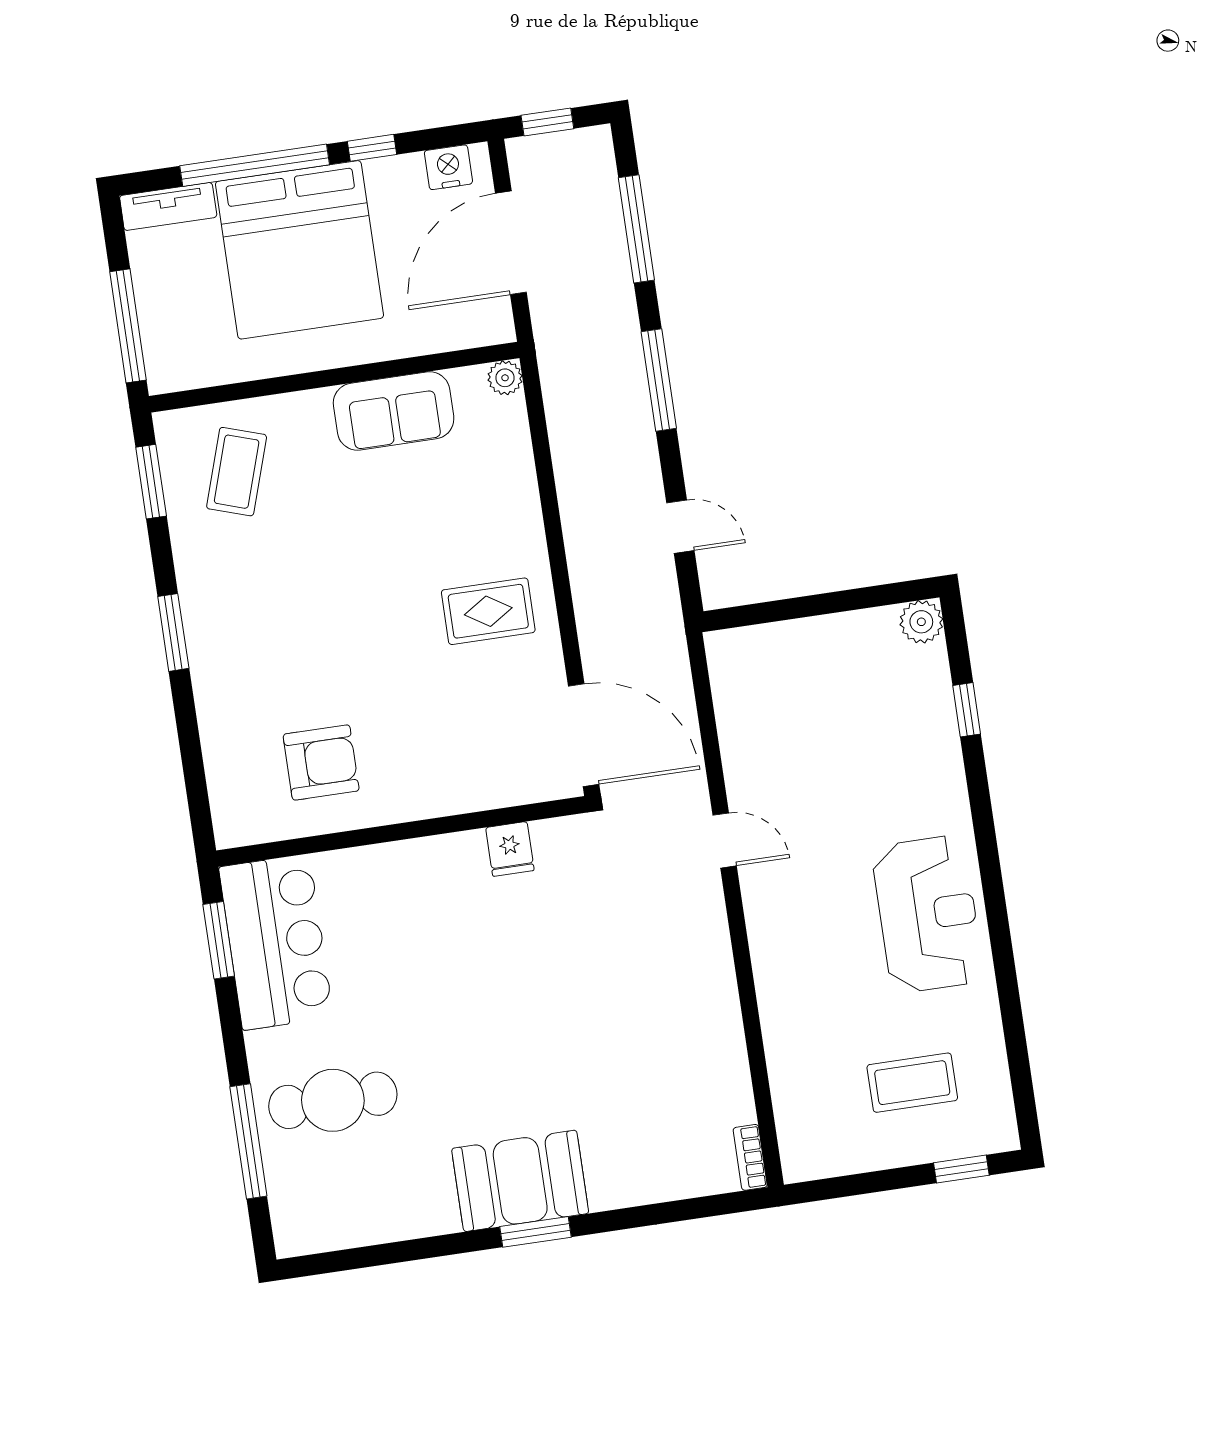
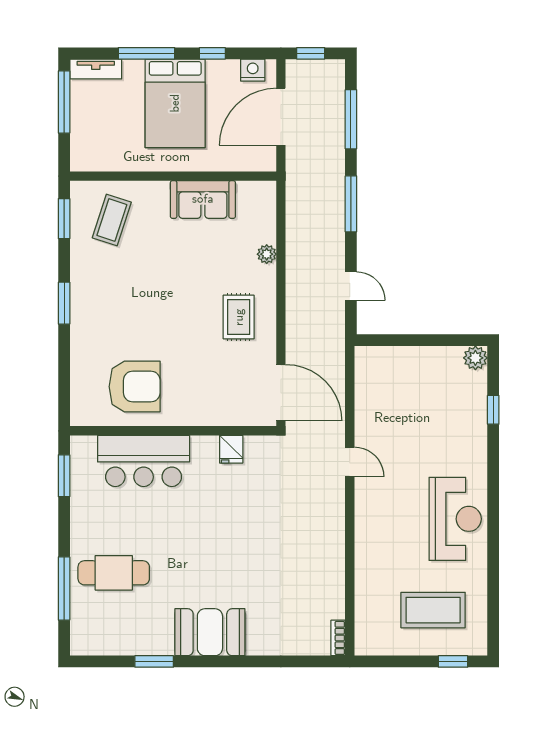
window: (255, 165) -> (147, 53), width x0.68
bed: (299, 250) -> (175, 103), width x0.73
window: (128, 326) -> (64, 102), moved
plant: (505, 378) -> (267, 254), moved
rug: (488, 611) -> (239, 317), turned 90
armchair: (321, 763) -> (135, 387), width x1.36, depth x1.36
bar counter: (276, 942) -> (144, 461), moved, turned 90
coffee table: (912, 1083) -> (433, 610), width x1.36, depth x1.32
window: (536, 1232) -> (154, 661), moved

